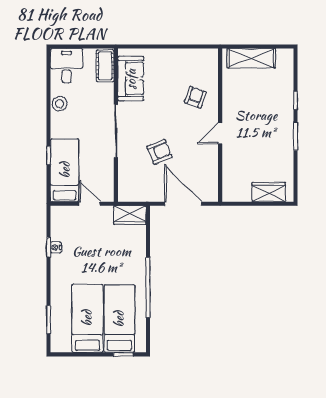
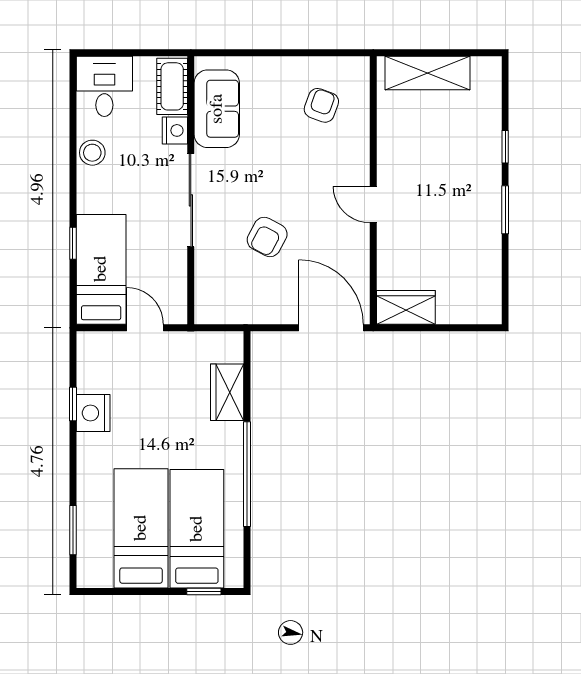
nightstand: (107, 91) -> (175, 130), added
armchair: (195, 97) -> (321, 105), moved
door: (220, 133) -> (373, 205), hinge flipped
armchair: (159, 152) -> (267, 237), turned 140
wardrobe: (269, 192) -> (406, 307), moved
door: (183, 204) -> (331, 328), moved
wardrobe: (130, 215) -> (227, 392), moved, turned 90
nightstand: (56, 247) -> (93, 413), width x1.89, depth x1.79

